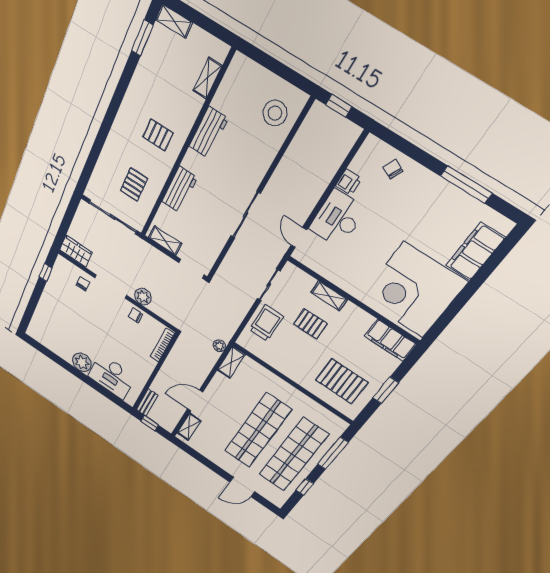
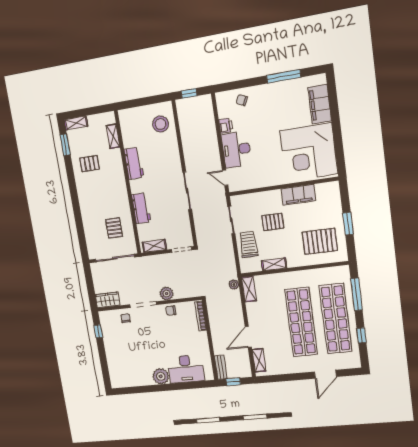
pallet: (158, 135) -> (89, 164), moved
shelving: (329, 296) -> (274, 264), moved
filing cabinet: (390, 340) -> (298, 195), moved

